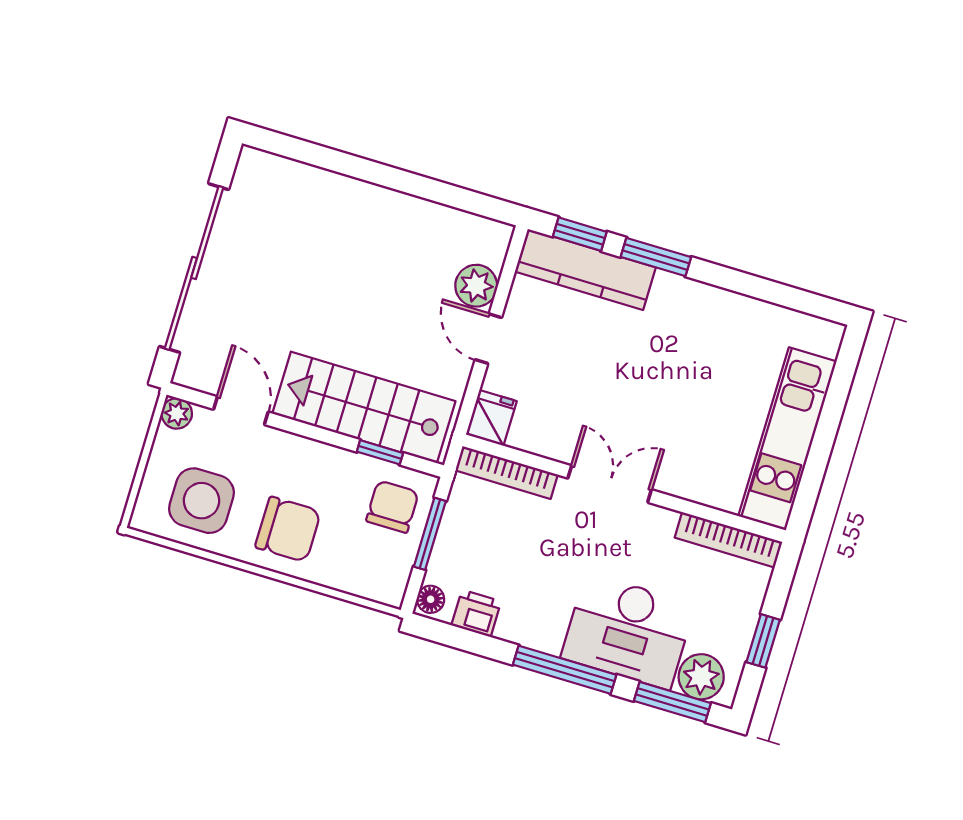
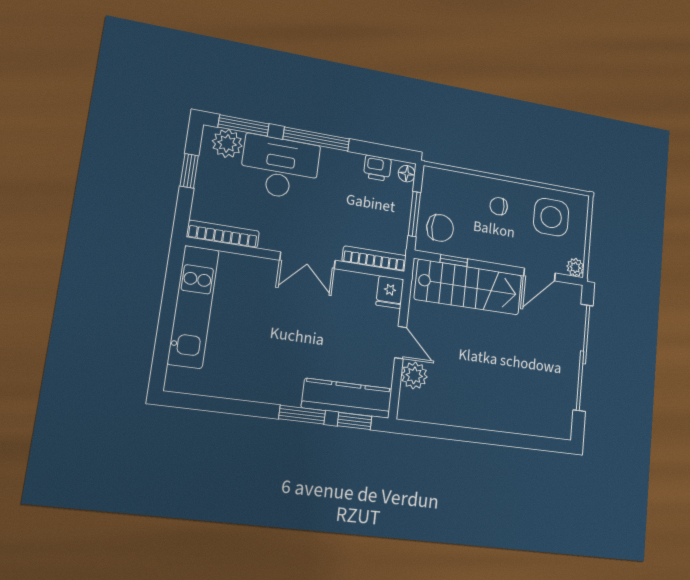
door: (241, 411) -> (540, 274), hinge flipped
chair: (392, 507) -> (440, 228), turned -90
chair: (288, 529) -> (499, 206), width x0.54, depth x0.54

